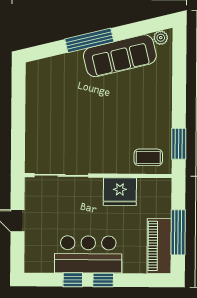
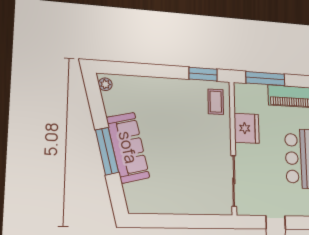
sofa: (120, 56) -> (128, 147), moved
window: (178, 232) -> (265, 79), moved

